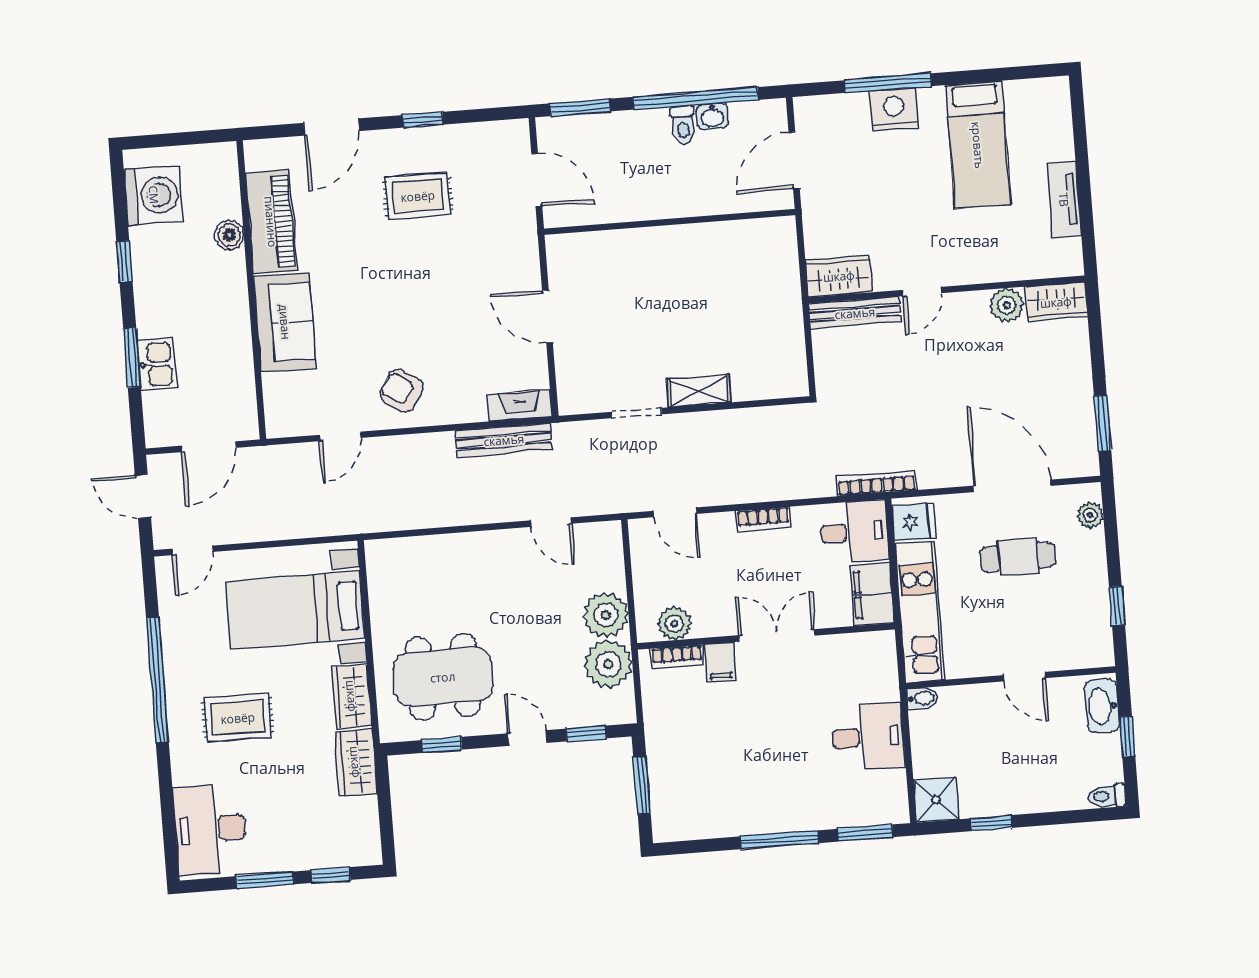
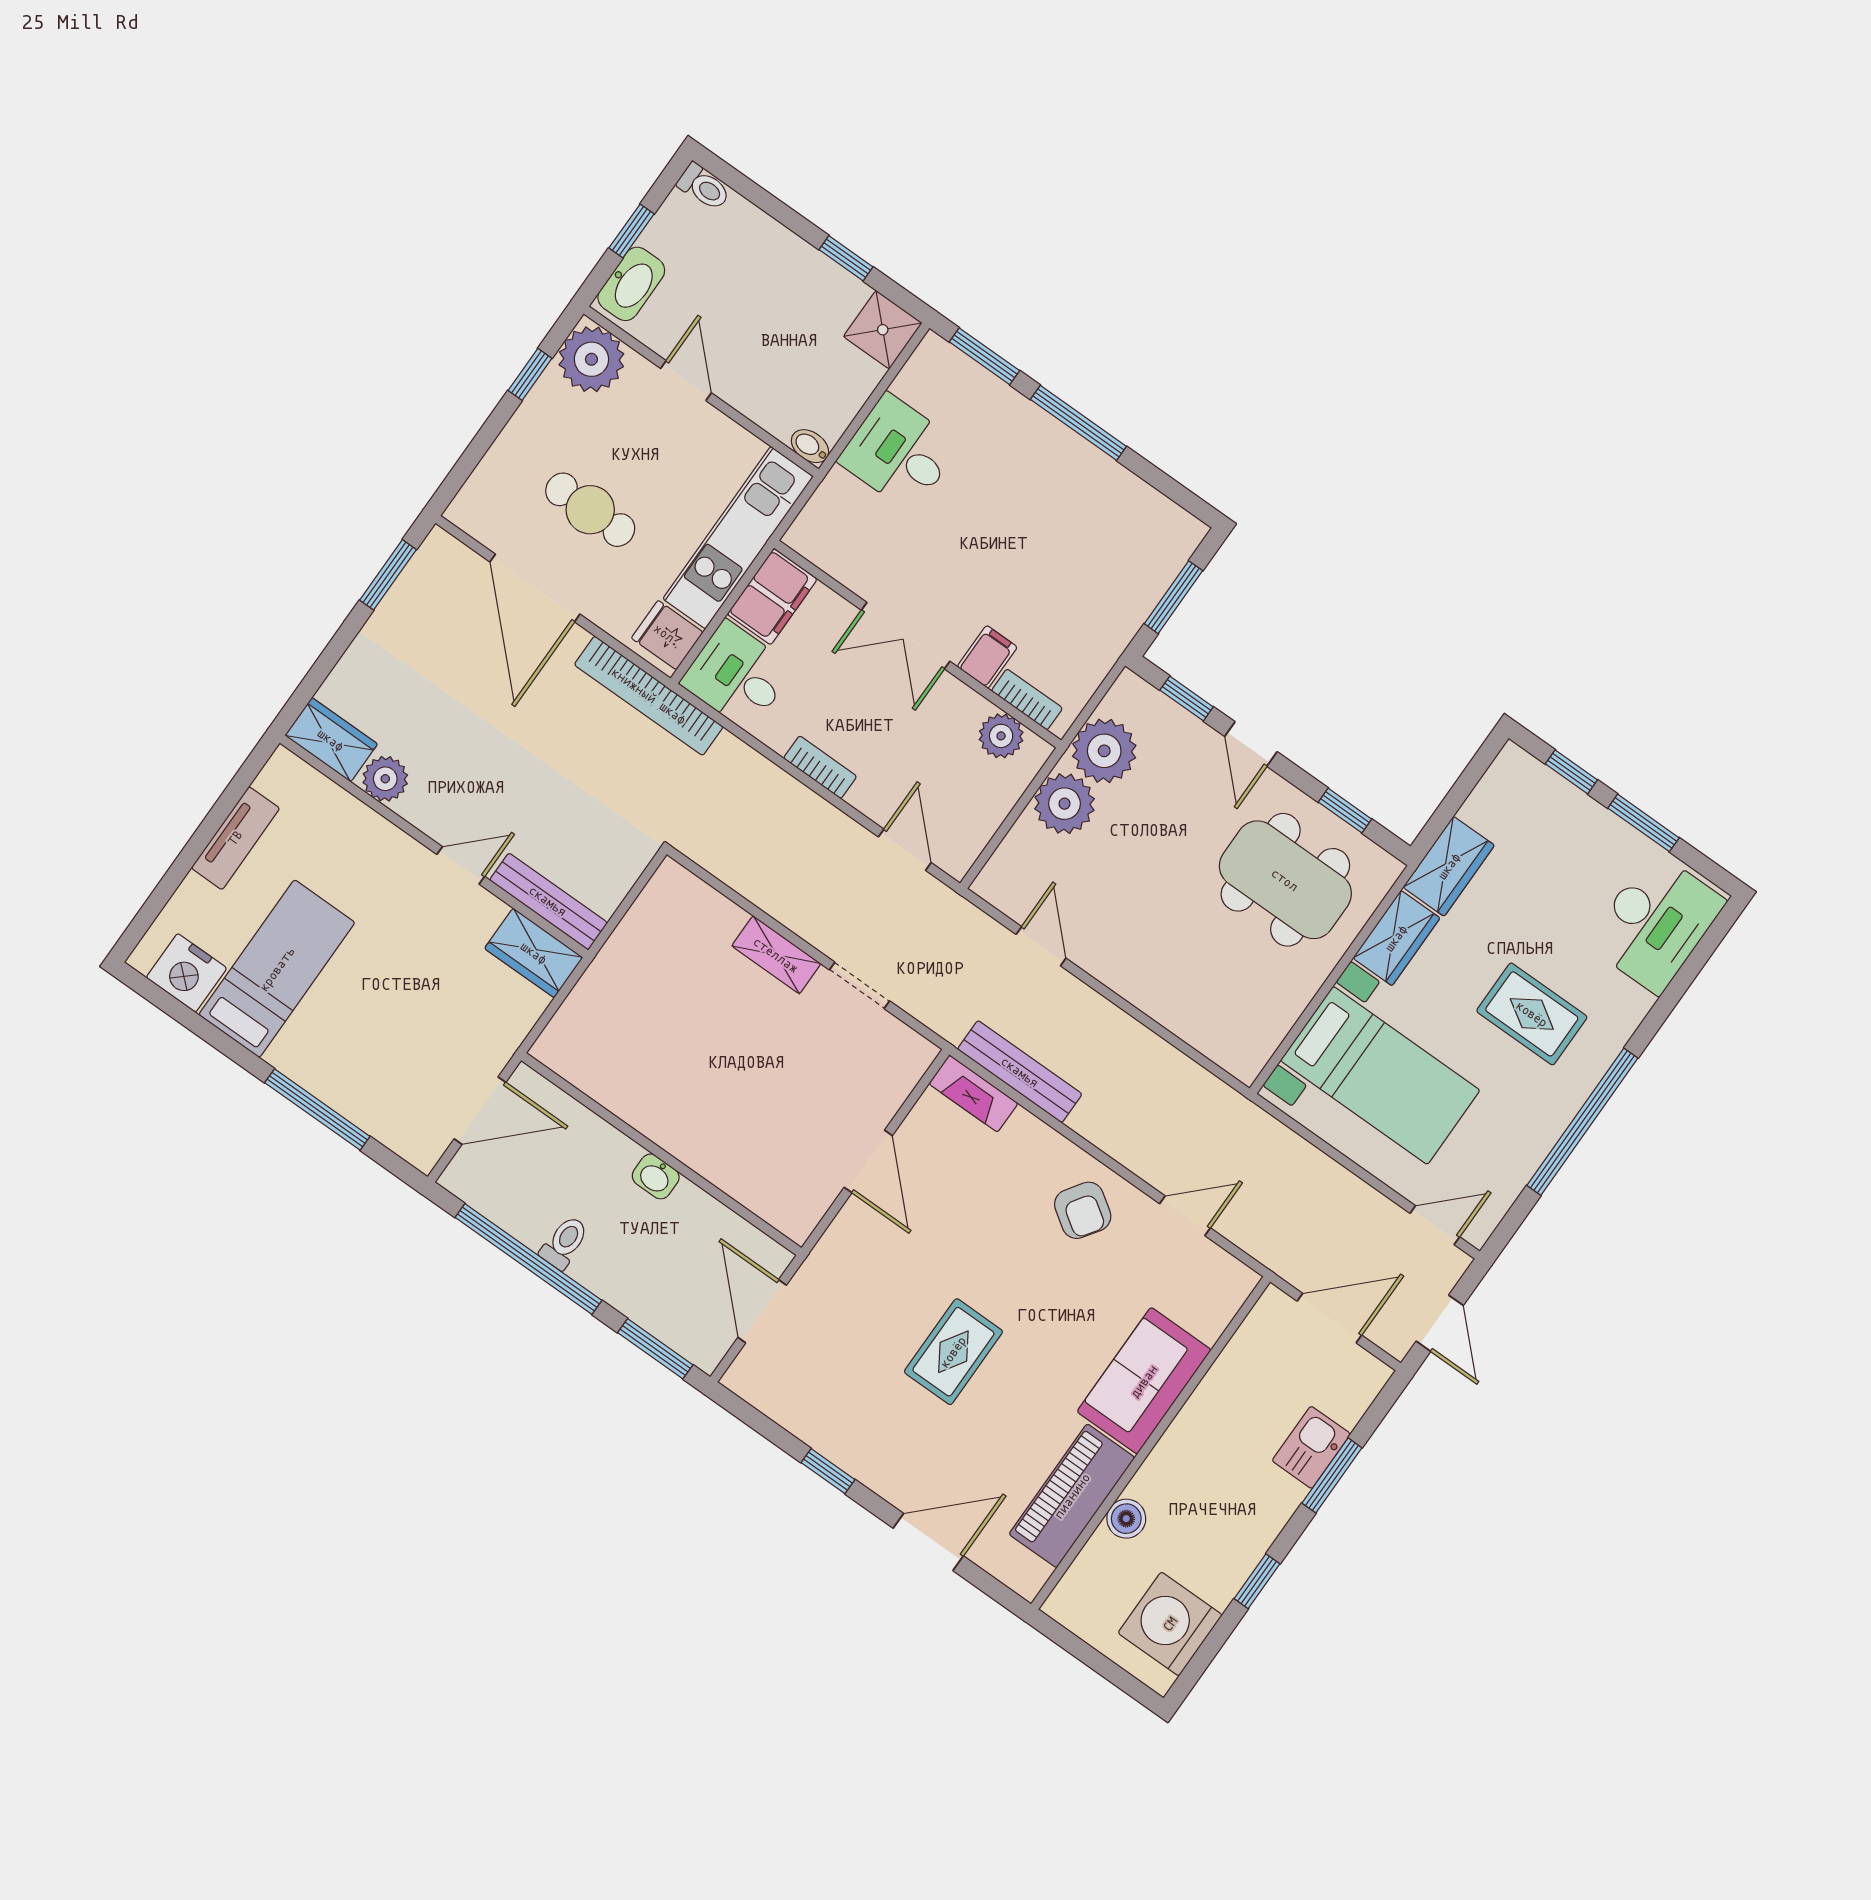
nightstand: (894, 110) -> (186, 973), moved
washbasin: (712, 116) -> (656, 1176), moved, turned 180
rug: (418, 196) -> (953, 1352), moved, turned 90
bookcase: (877, 483) -> (649, 696), width x1.48, depth x1.31
plant: (1090, 515) -> (591, 359), moved, width x1.88, depth x1.88

